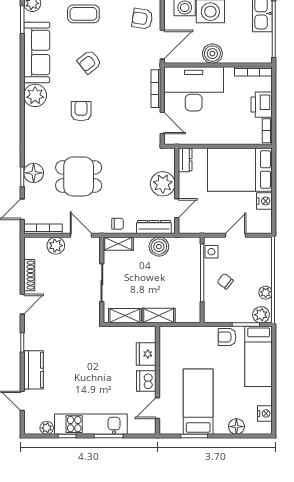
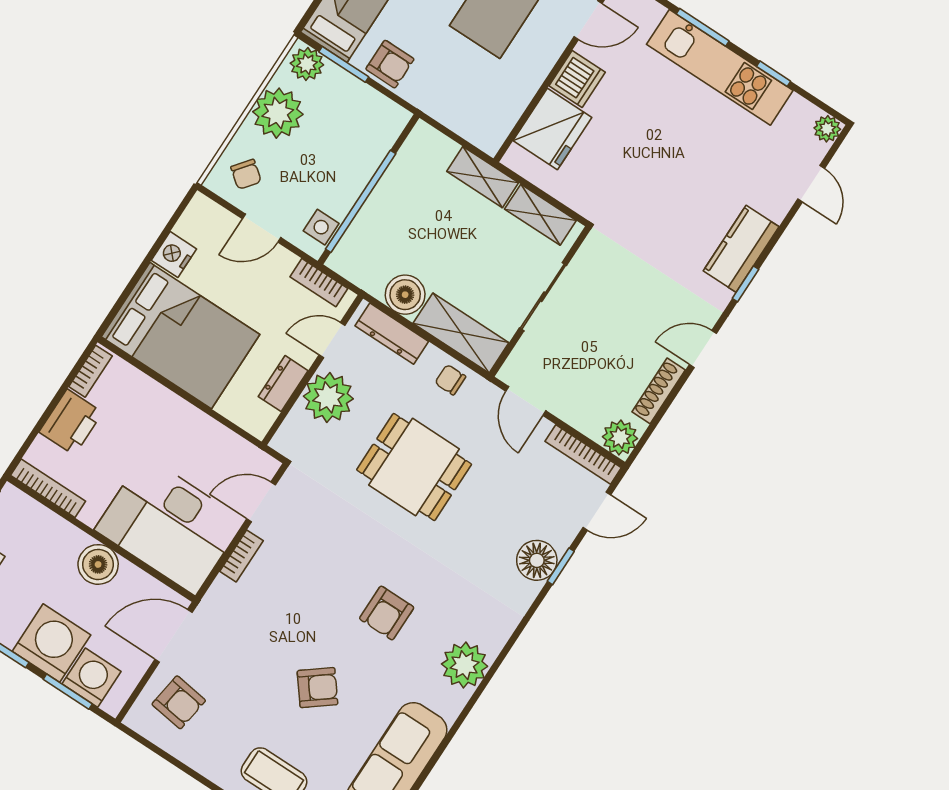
bookcase: (156, 89) -> (241, 556), width x0.64
plant: (35, 95) -> (465, 665), moved
door: (162, 123) -> (261, 502), hinge flipped
dresser: (185, 160) -> (283, 384), moved
dining table: (79, 176) -> (414, 467), moved
bookcase: (197, 228) -> (319, 283), added
shelving: (118, 244) -> (461, 333), width x1.50, depth x1.33
plant: (56, 246) -> (620, 438), moved
chair: (225, 281) -> (246, 174), moved
plant: (266, 293) -> (278, 113), width x1.87, depth x1.87
fridge: (146, 354) -> (552, 129), width x1.36, depth x1.34
kitchen counter: (33, 370) -> (741, 249), moved
plant: (47, 428) -> (827, 129), moved

